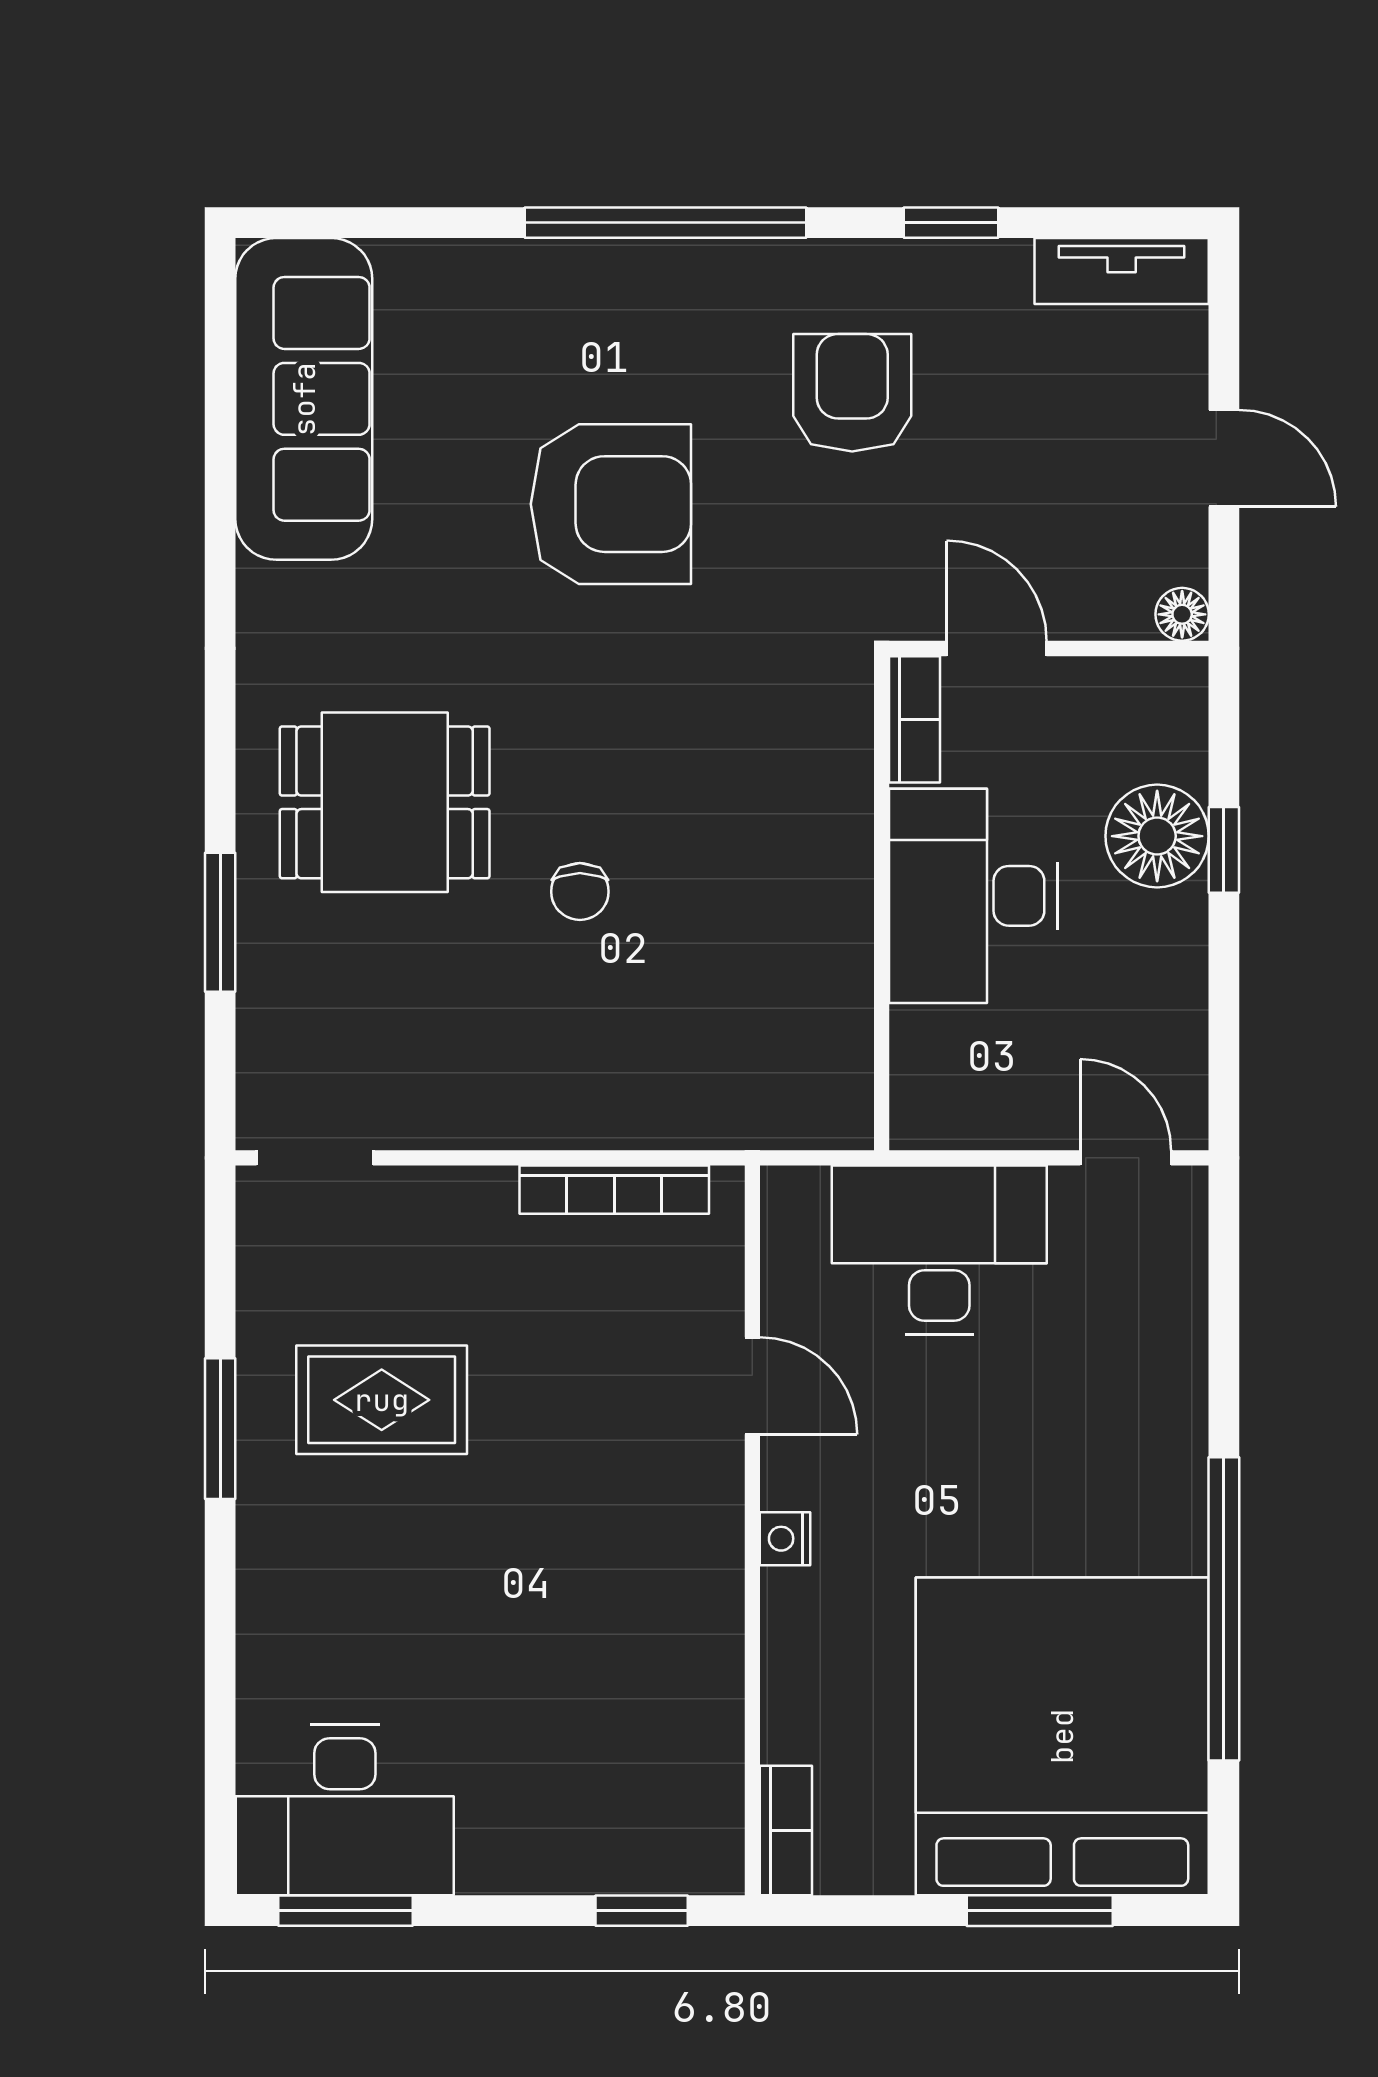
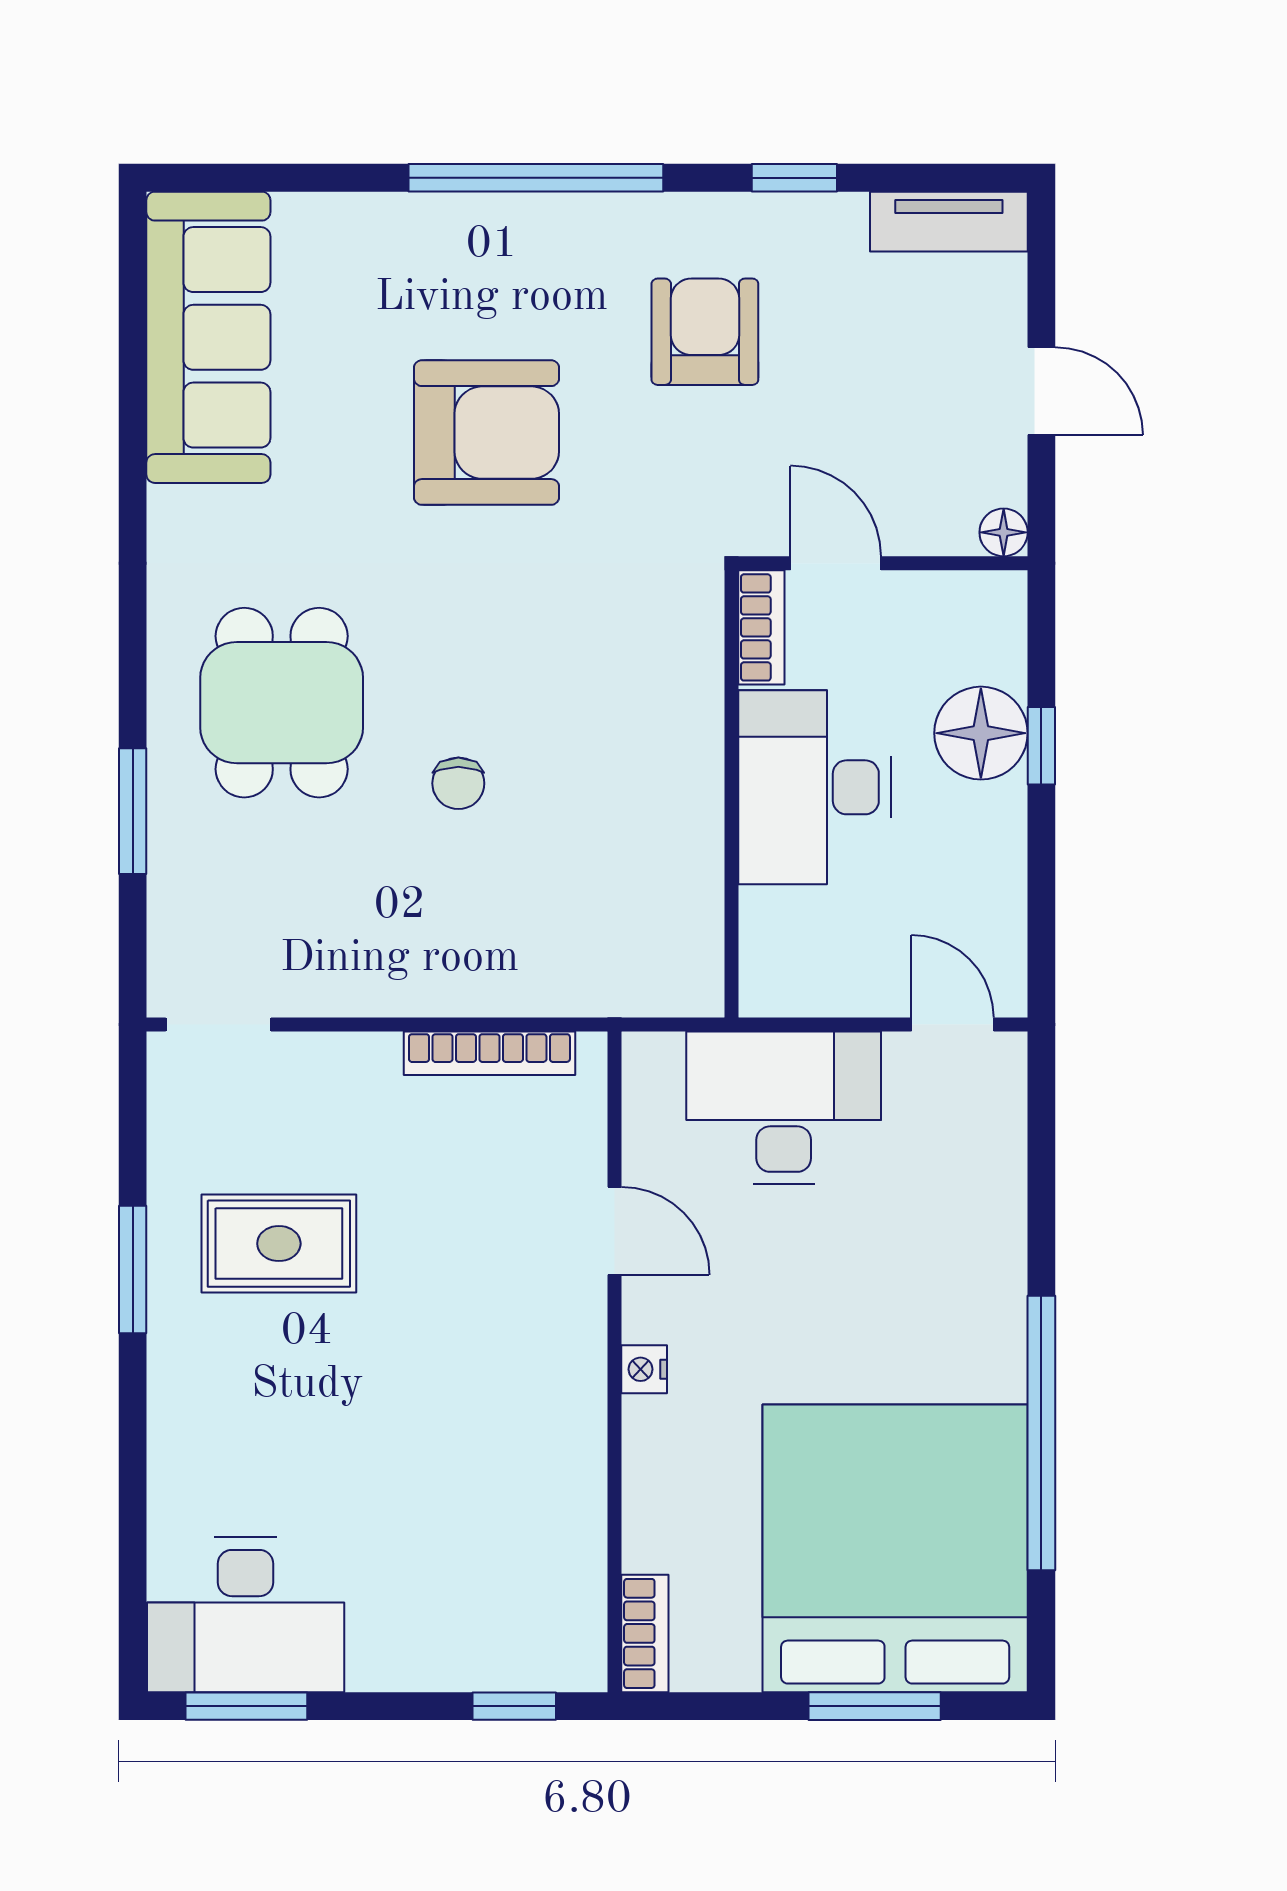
dining table: (385, 802) -> (282, 703), turned 90

